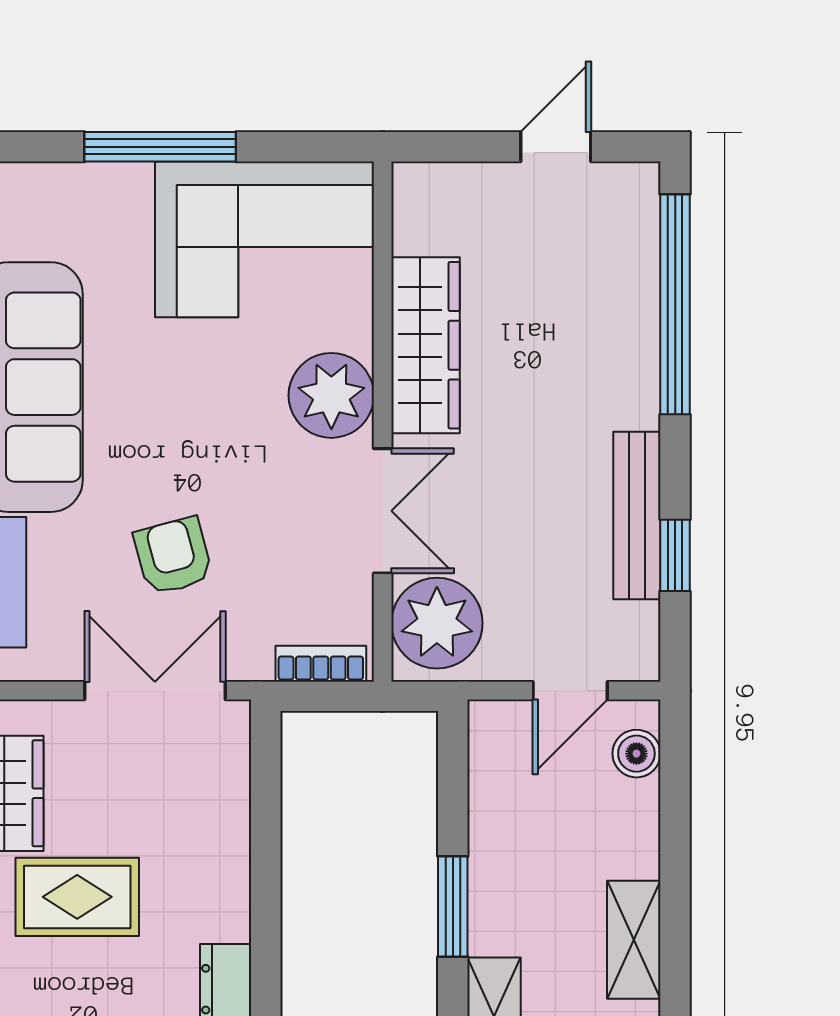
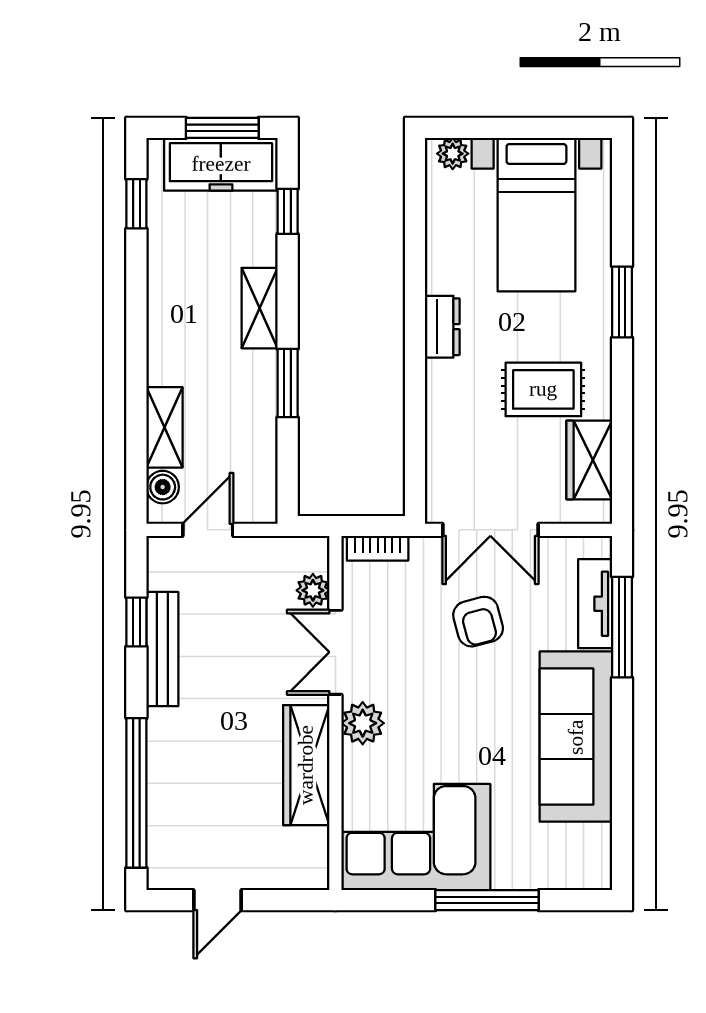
plant: (331, 395) -> (363, 723), width x0.73, depth x0.73
plant: (437, 623) -> (313, 590), width x0.53, depth x0.53
shelving: (634, 940) -> (164, 427), moved

